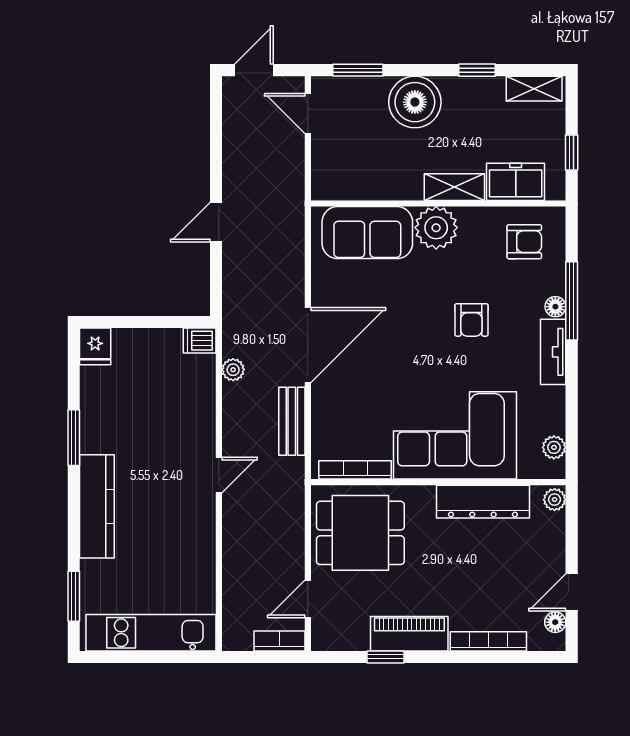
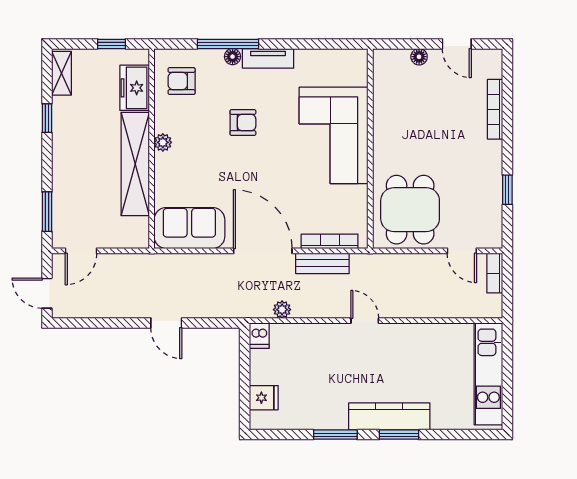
boiler: (415, 102) -> (72, 167), removed
shelving: (454, 187) -> (135, 164), width x2.20, depth x1.33
plant: (436, 228) -> (163, 142), width x0.53, depth x0.53
sofa: (367, 233) -> (189, 228), moved, turned -90
armchair: (524, 242) -> (182, 81), turned -90
fridge: (95, 346) -> (264, 398), moved
plant: (554, 447) -> (343, 58), removed
bookcase: (355, 470) -> (330, 241), moved, turned 90
plant: (555, 500) -> (384, 57), removed
dresser: (483, 502) -> (385, 113), removed
window: (74, 596) -> (399, 435), moved
floor lamp: (555, 622) -> (419, 57), moved
piano: (409, 634) -> (489, 171), removed

